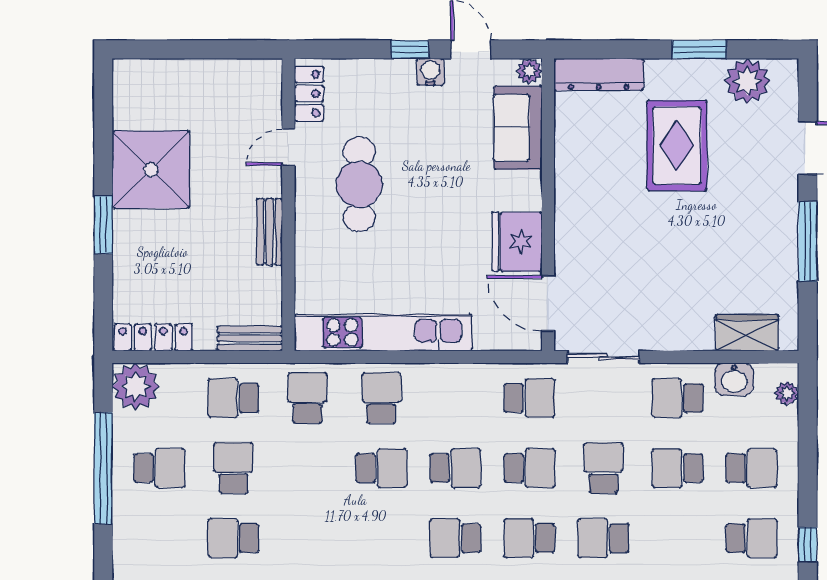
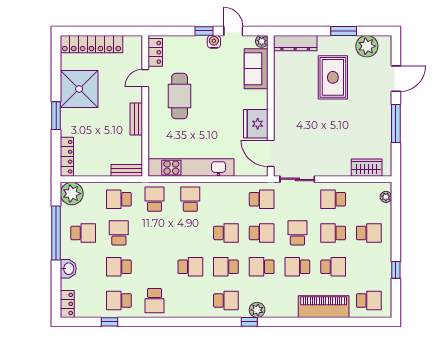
locker: (177, 77) -> (92, 44), added
locker: (153, 337) -> (67, 157), moved, turned 90
washbasin: (734, 379) -> (68, 269), moved, turned -90
school desk: (381, 468) -> (190, 267), moved
school desk: (752, 538) -> (333, 267), moved

